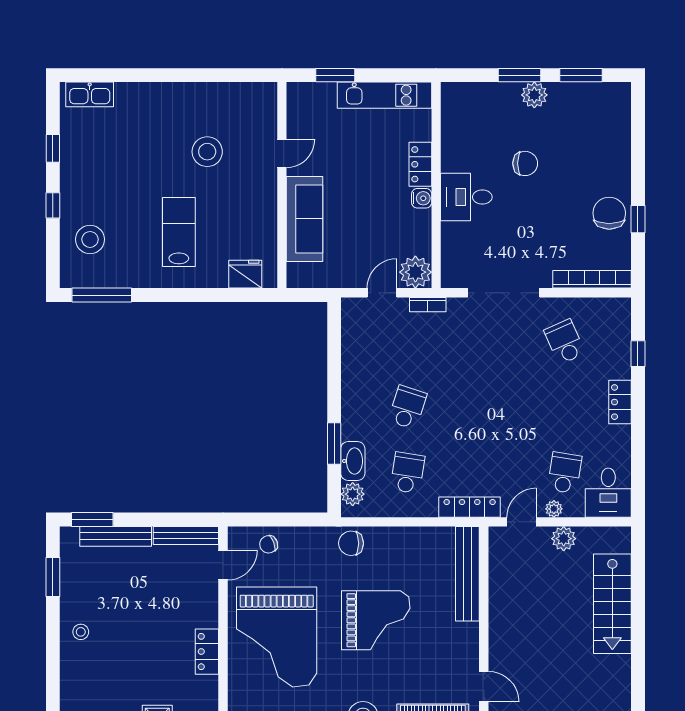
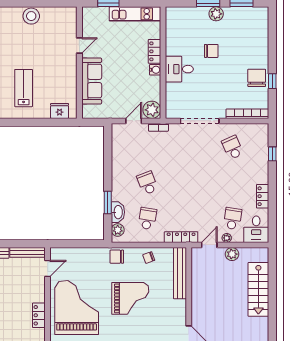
stool: (207, 152) -> (31, 16), moved
locker: (620, 402) -> (263, 196), moved
school desk: (407, 407) -> (147, 183), turned -39
chair: (269, 544) -> (149, 258), moved
grand piano: (277, 637) -> (77, 307), turned 180

